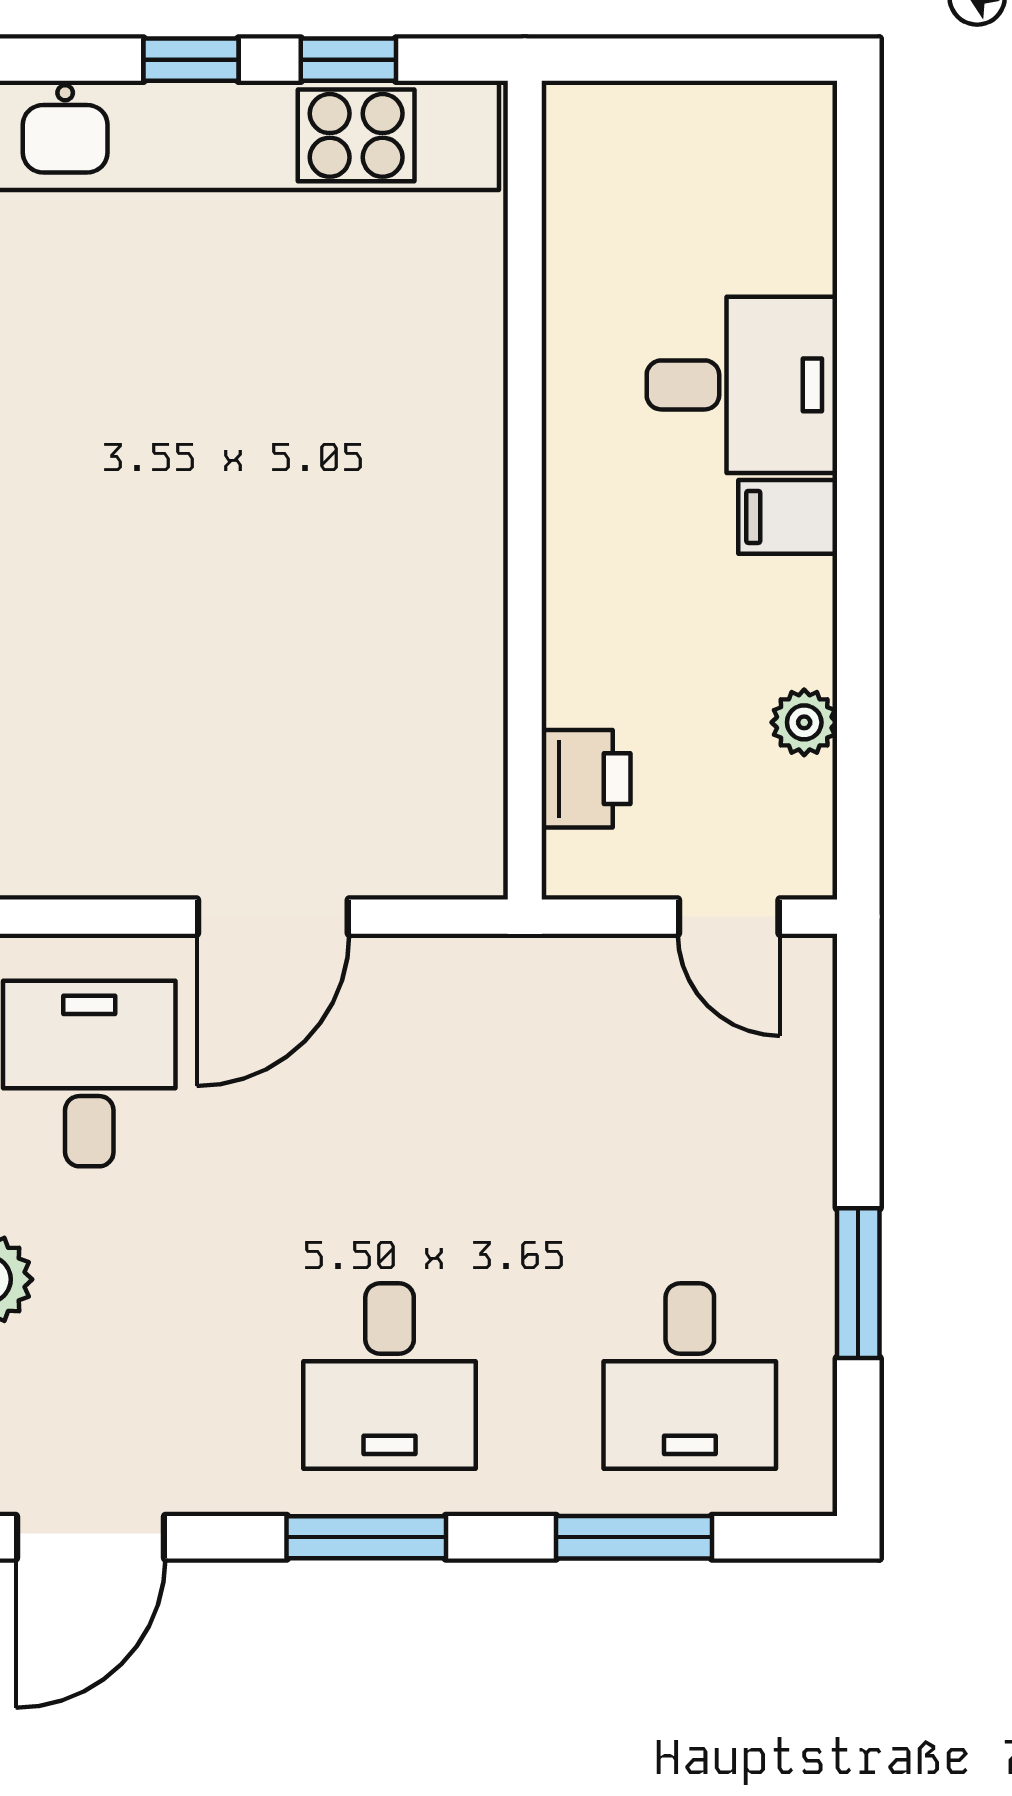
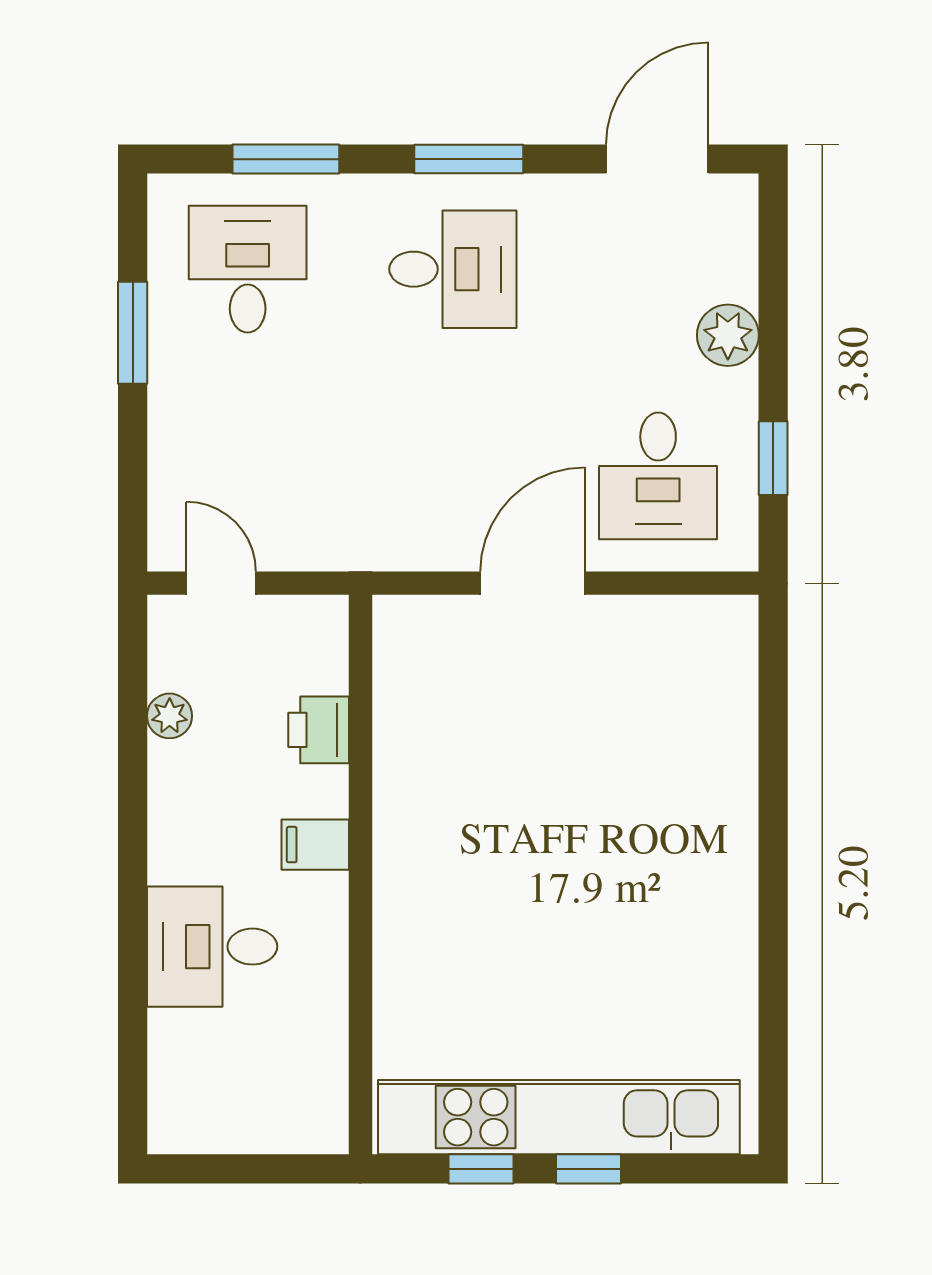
filing cabinet: (788, 517) -> (315, 845), moved, turned 180
printer: (586, 779) -> (319, 730), moved
desk: (390, 1376) -> (453, 269), turned 90

